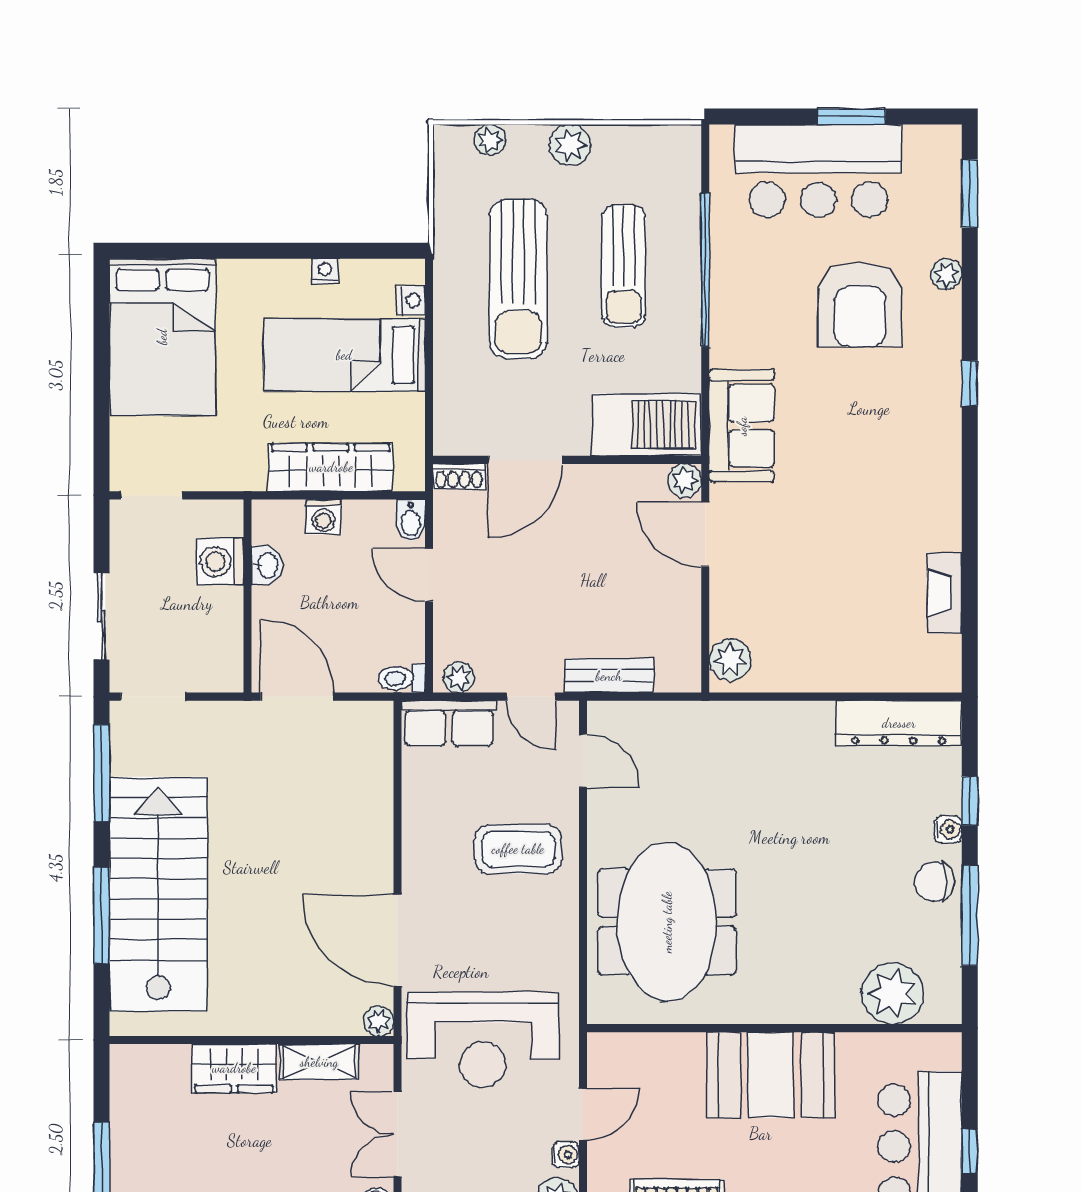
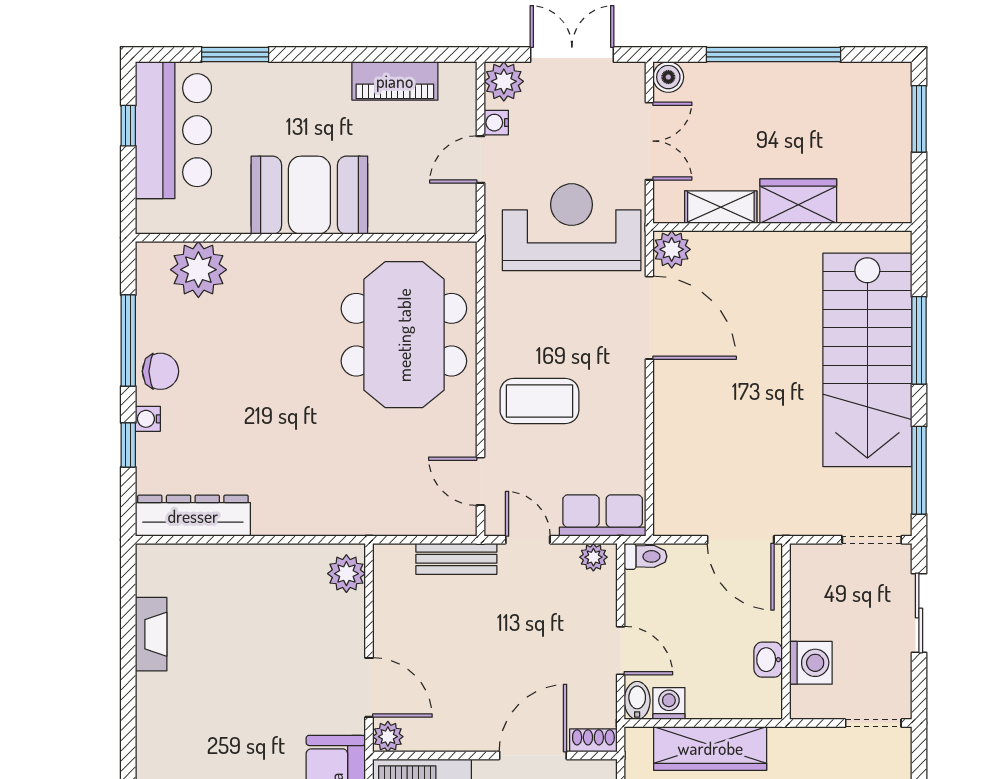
washing machine: (324, 517) -> (669, 703), moved
plant: (379, 1021) -> (672, 249), width x1.38, depth x1.38

